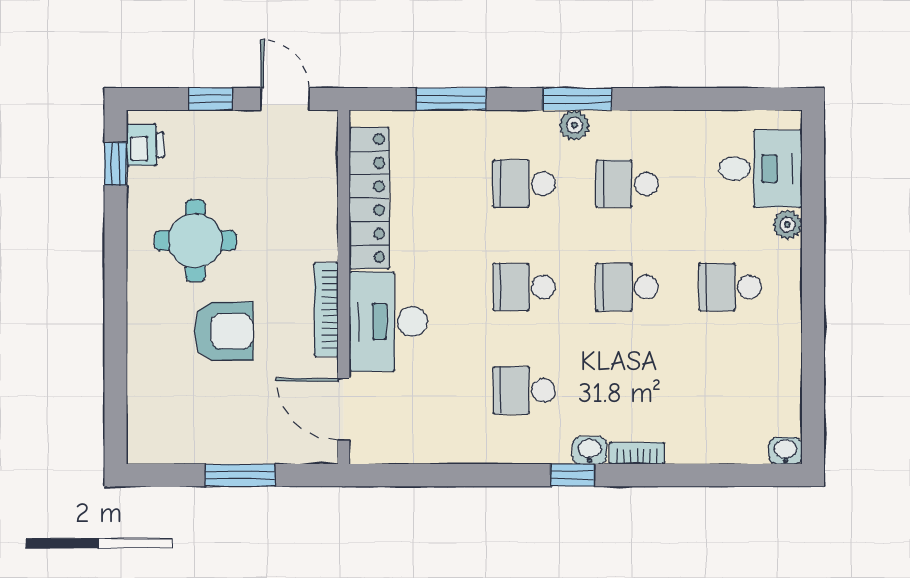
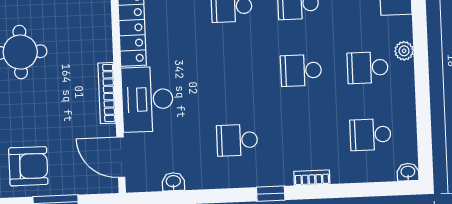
plant: (787, 225) -> (404, 51), moved
school desk: (524, 287) -> (370, 135), moved
armchair: (224, 331) -> (28, 166), moved
washbasin: (590, 450) -> (173, 182), moved

